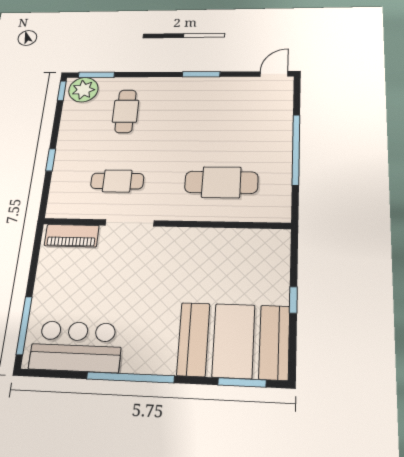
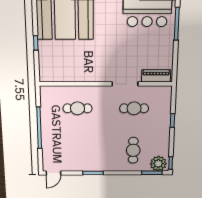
cafe table: (221, 182) -> (77, 108), width x0.73, depth x0.74

